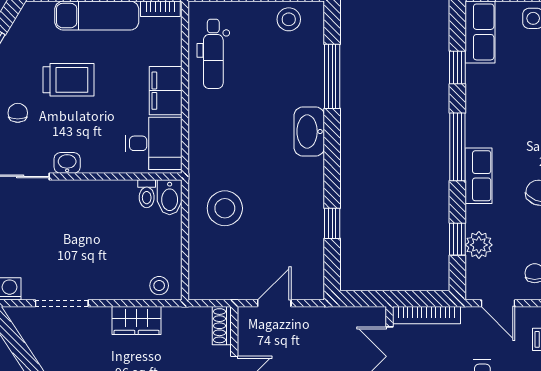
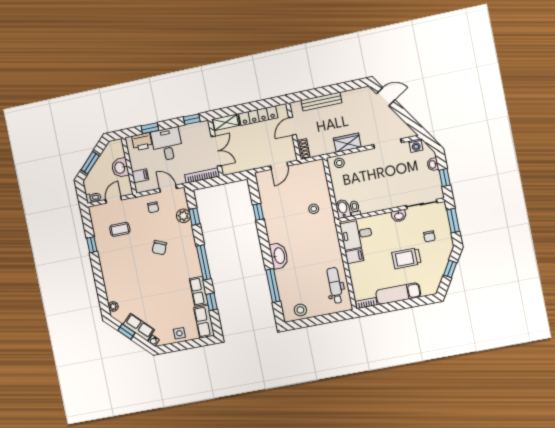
filing cabinet: (166, 91) -> (354, 256), width x0.50
row of seats: (479, 176) -> (199, 291), moved
stool: (225, 208) -> (314, 209), width x0.53, depth x0.53

